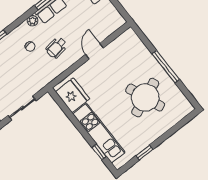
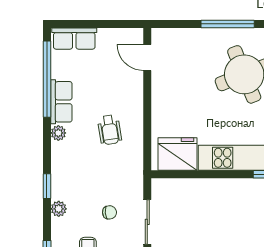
chair: (30, 46) -> (109, 212), moved
door: (94, 51) -> (147, 58), moved

